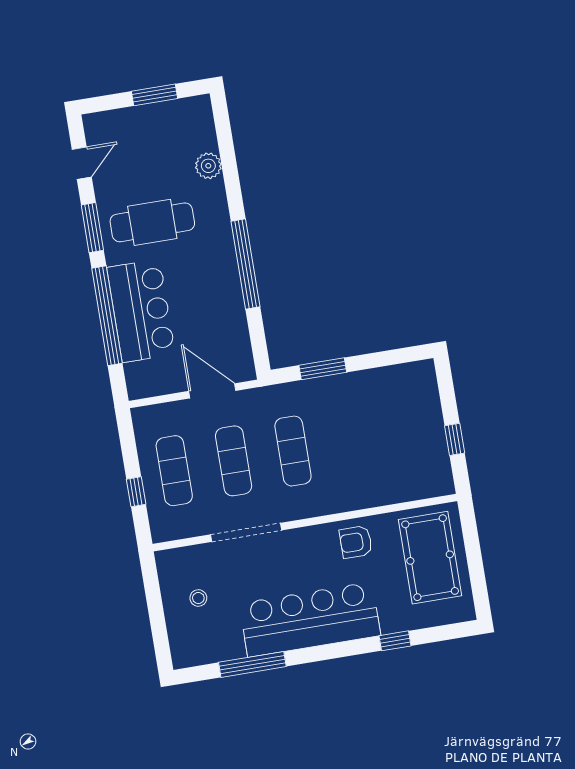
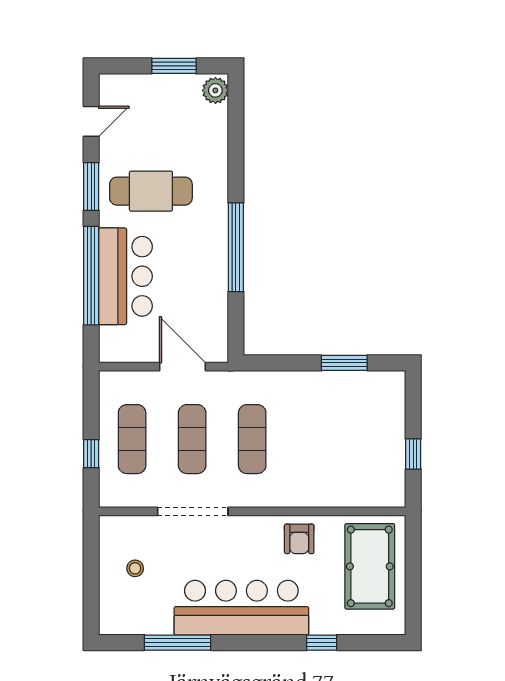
plant: (208, 166) -> (215, 90), moved
window: (323, 369) -> (344, 363), moved
armchair: (356, 542) -> (299, 539), turned -90

